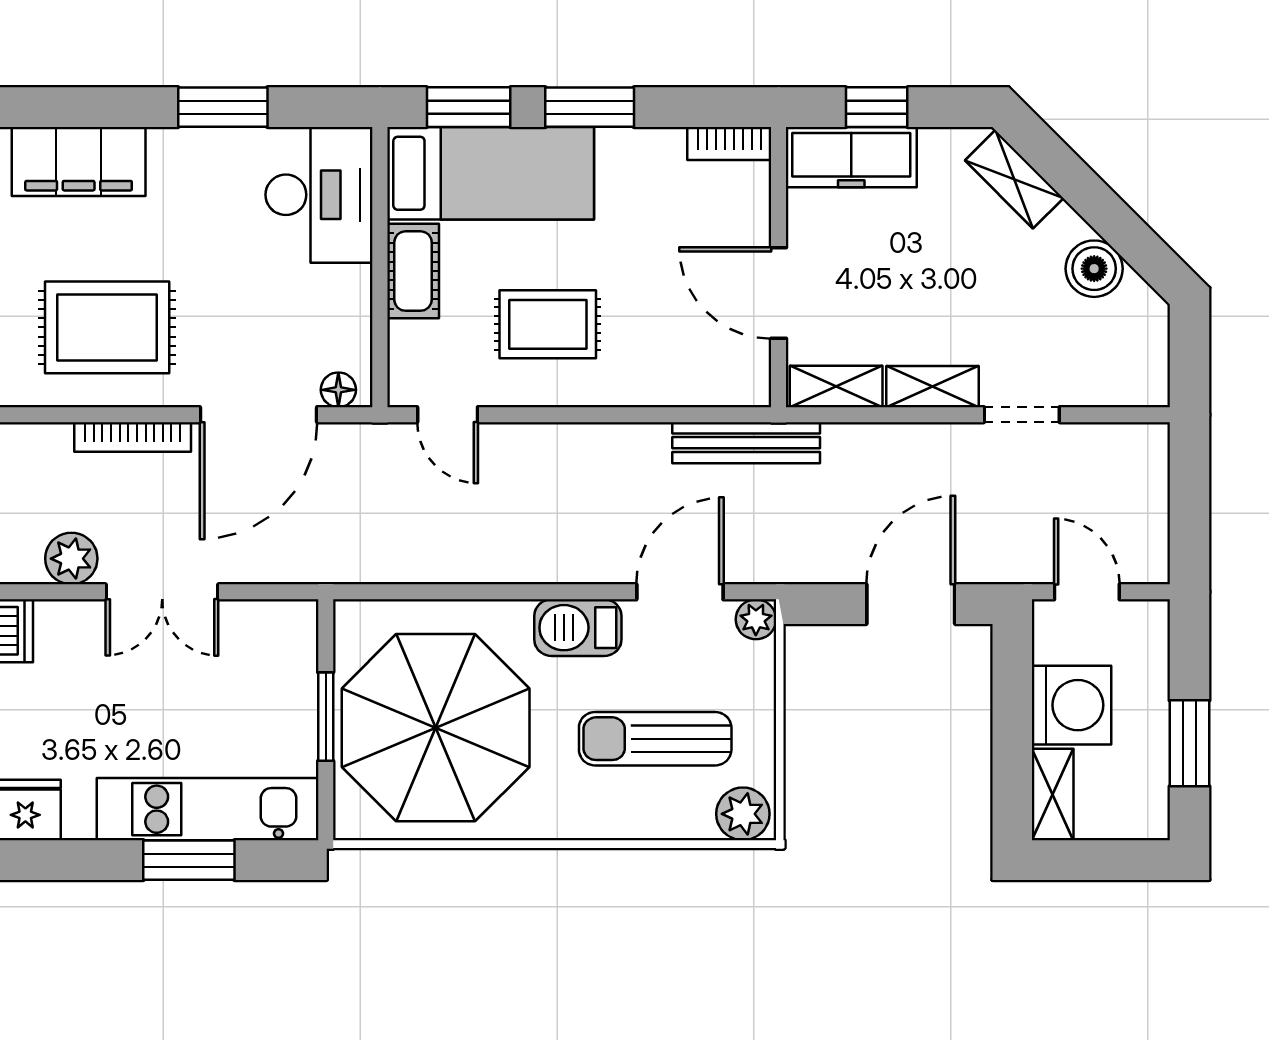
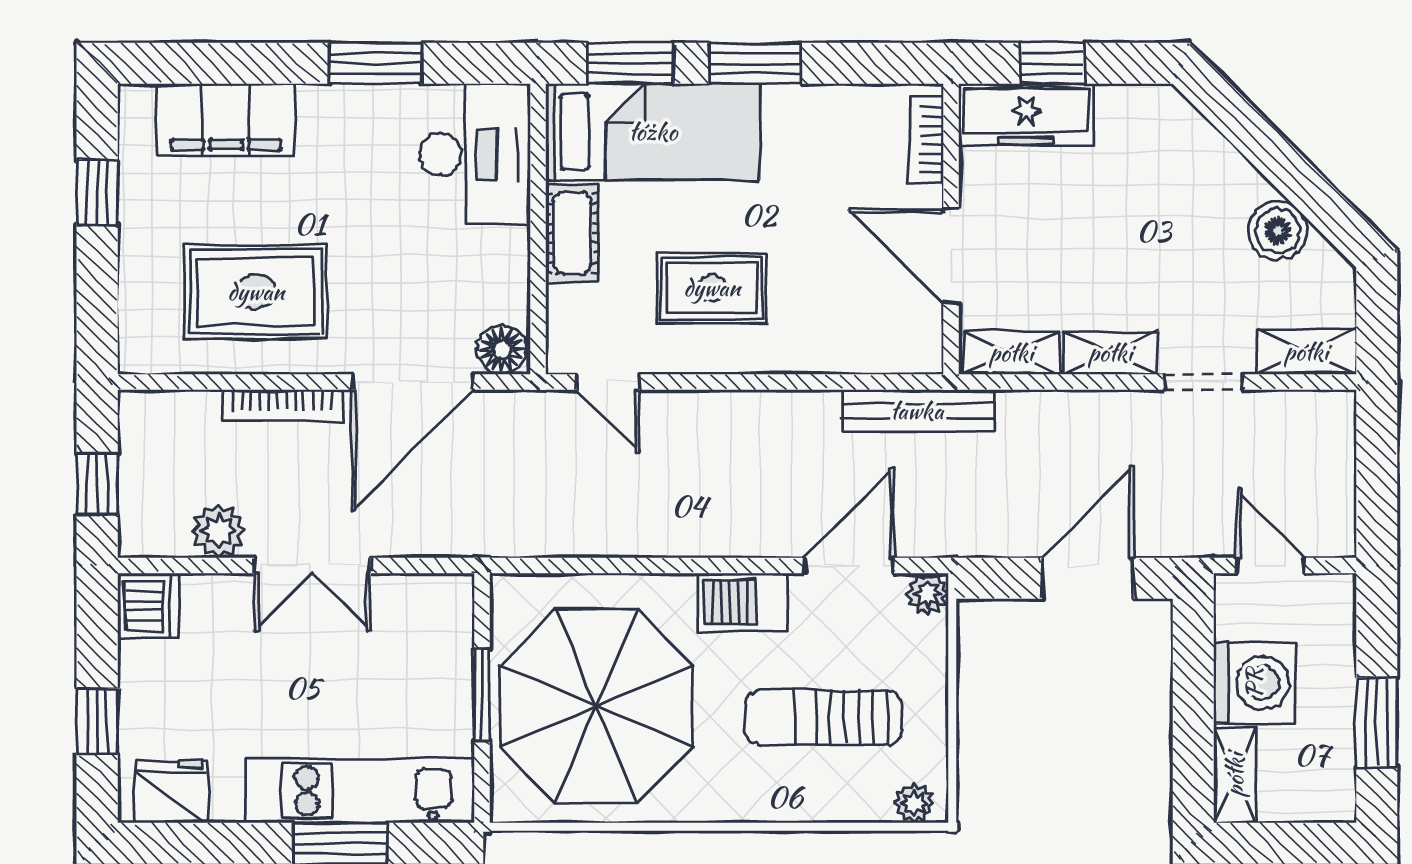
bookcase: (729, 143) -> (926, 140), moved, turned 90
shelving: (1014, 179) -> (1306, 352), moved, turned -45
floor lamp: (338, 390) -> (502, 349), width x1.37, depth x1.37
plant: (743, 814) -> (914, 803), width x0.73, depth x0.73

